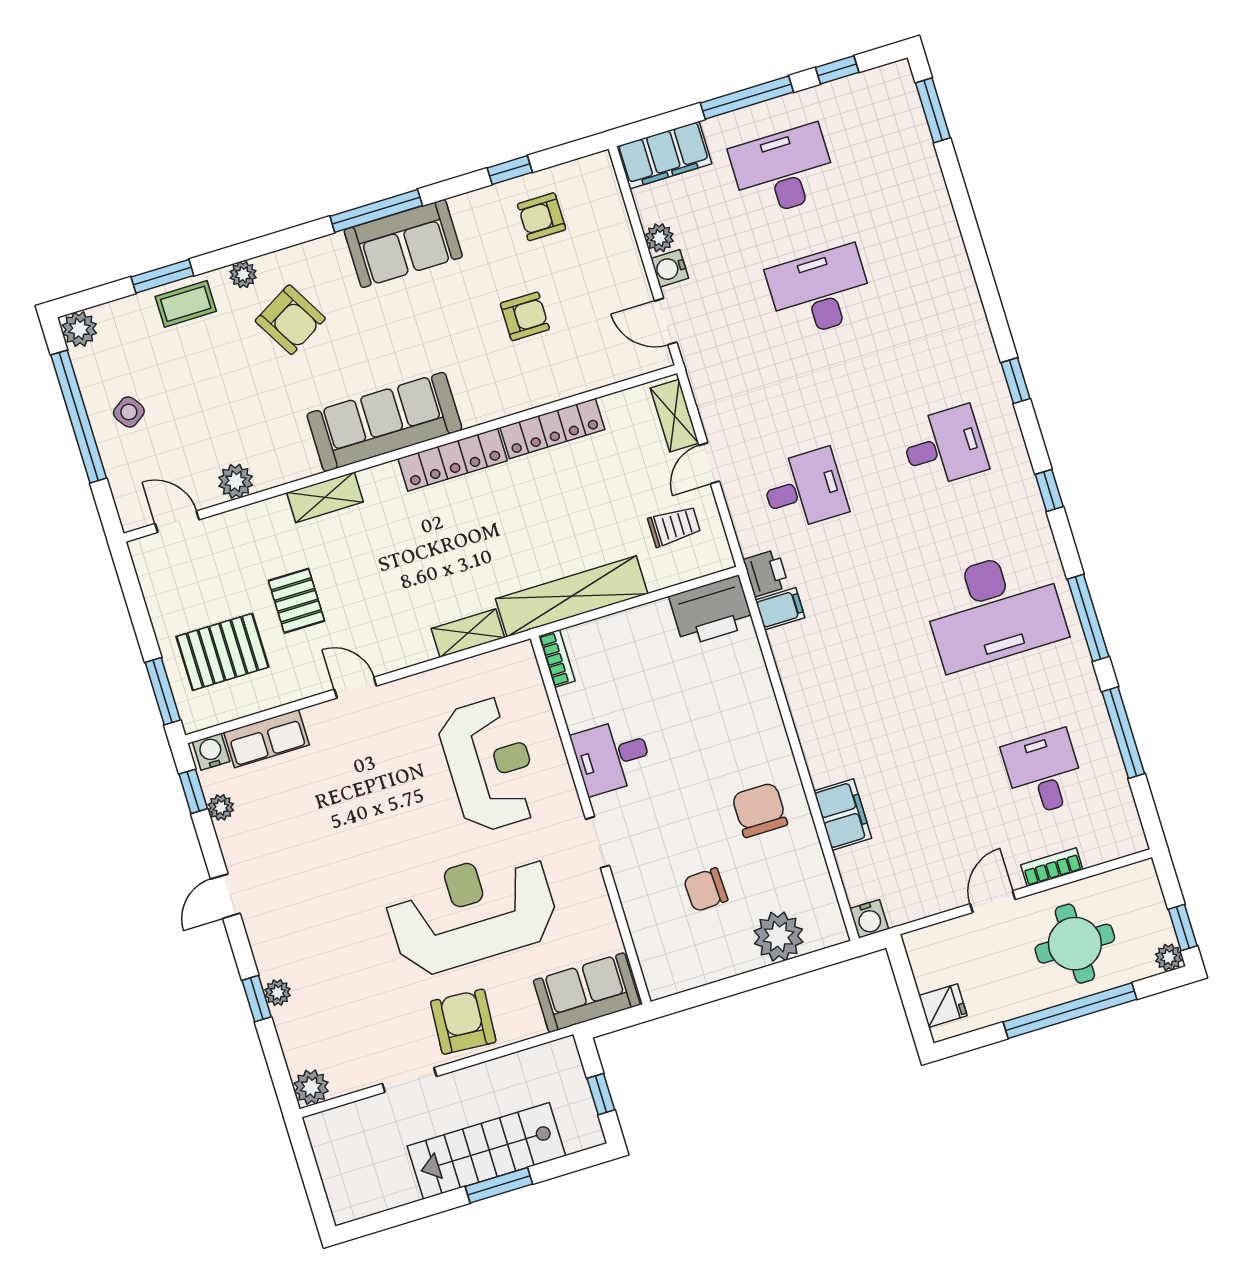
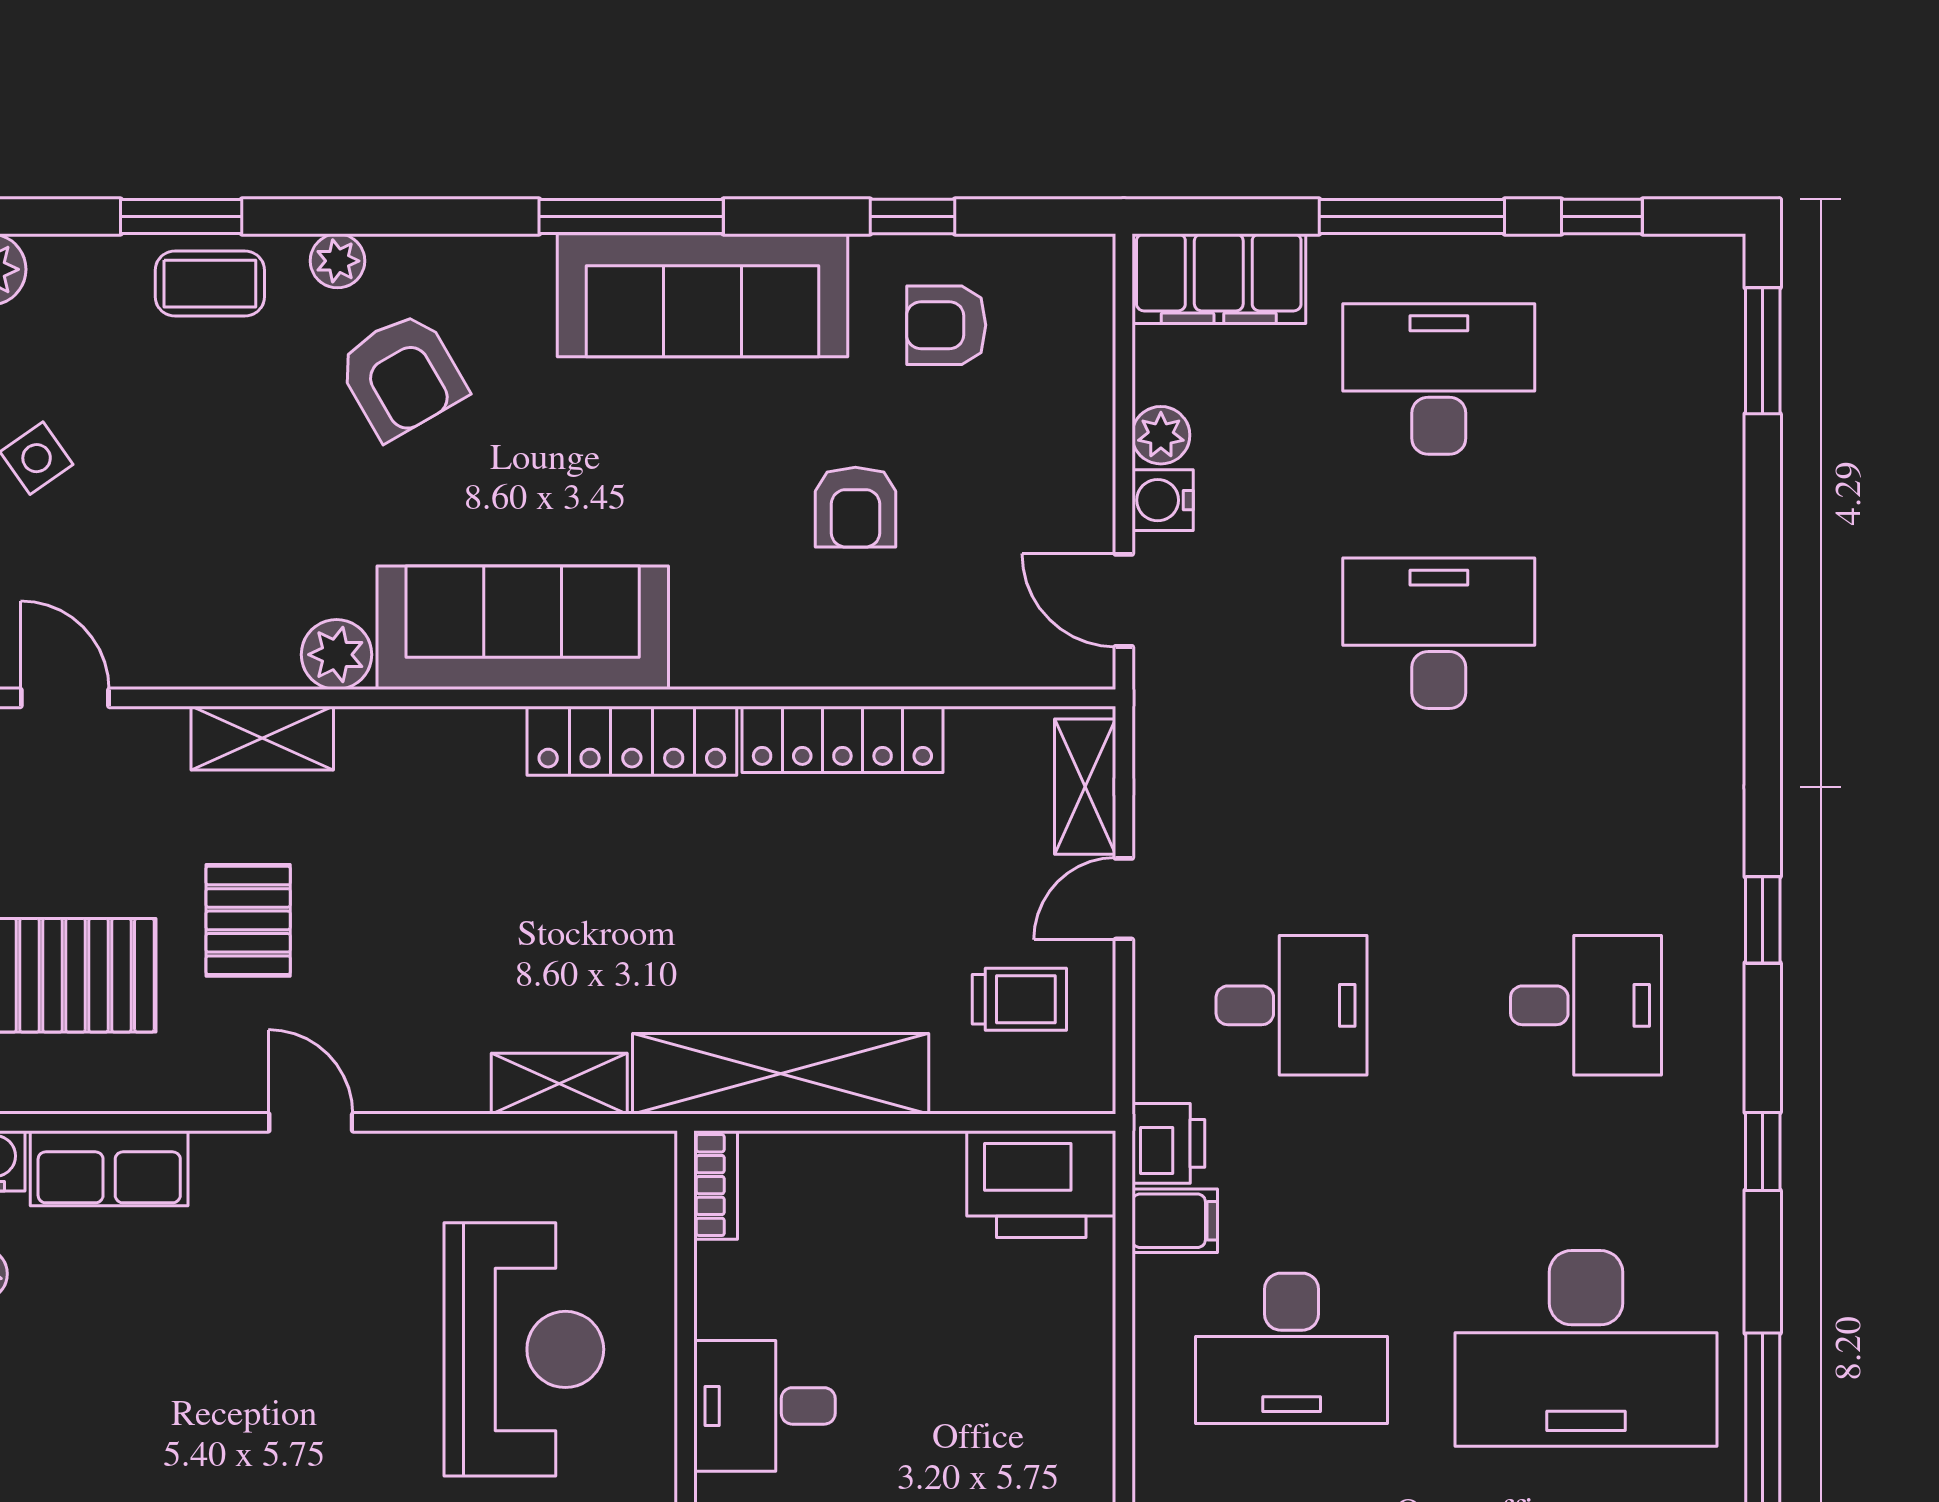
sofa: (403, 243) -> (703, 295), width x1.36
armchair: (525, 316) -> (855, 507), turned 90
plant: (236, 481) -> (337, 655), moved
shelving: (325, 497) -> (262, 738), moved
desk: (854, 652) -> (1292, 1348), added

